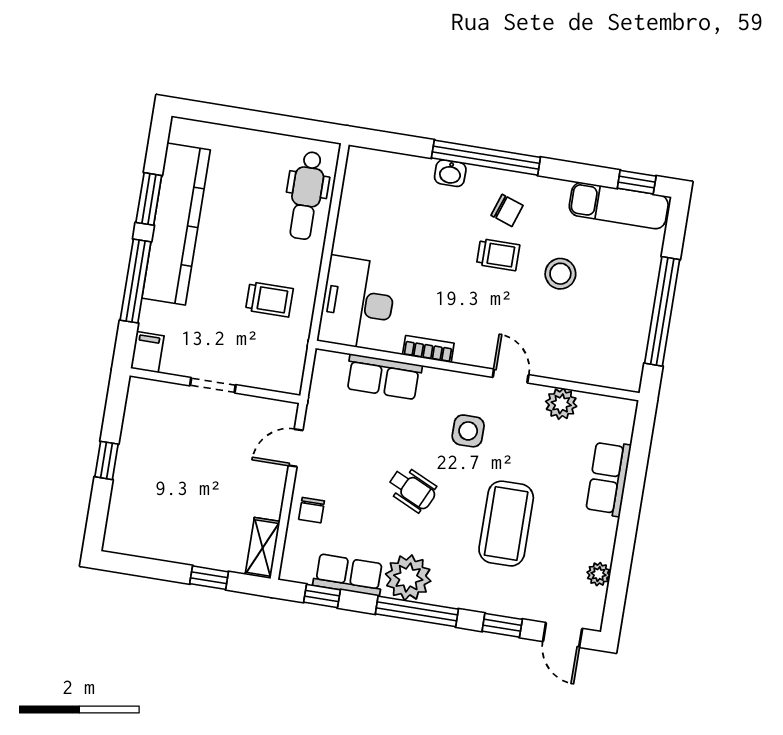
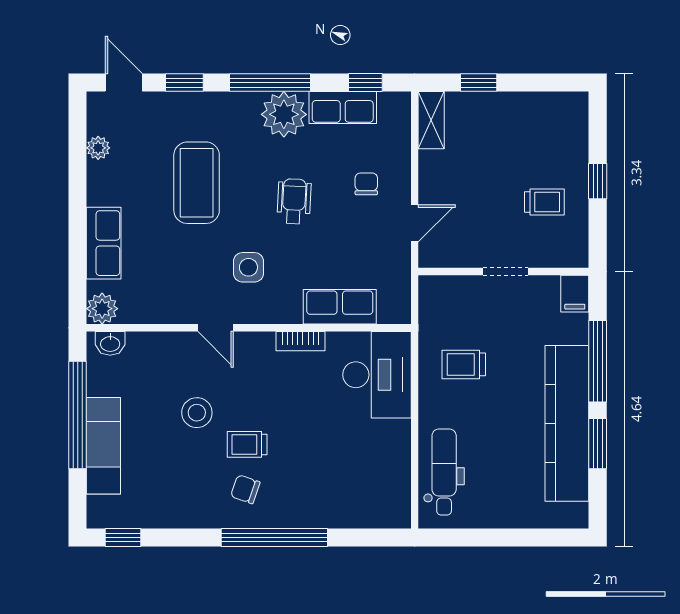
washbasin: (450, 173) -> (110, 343), moved, turned 180
exam couch: (619, 206) -> (103, 446), moved, turned 90
stool: (560, 274) -> (197, 413), moved
plant: (561, 404) -> (102, 309), moved
trolley: (163, 448) -> (544, 202), added
wheelchair: (412, 489) -> (294, 201), turned 68
chair: (312, 510) -> (366, 184), moved

